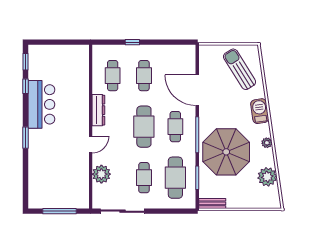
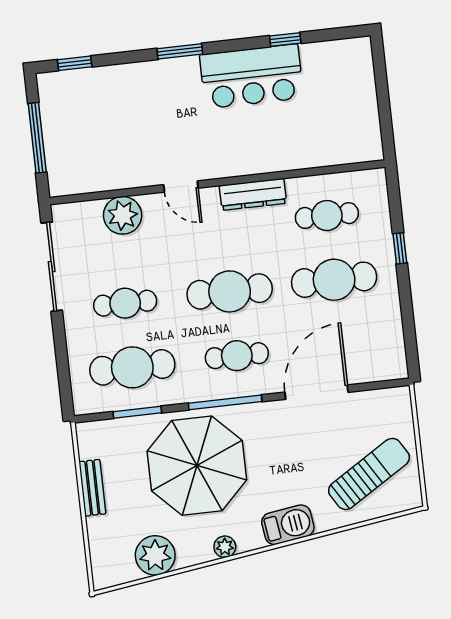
window: (25, 62) -> (75, 63), moved
cafe table: (144, 76) -> (334, 280), width x1.37, depth x1.35
bench: (212, 203) -> (92, 488), moved

